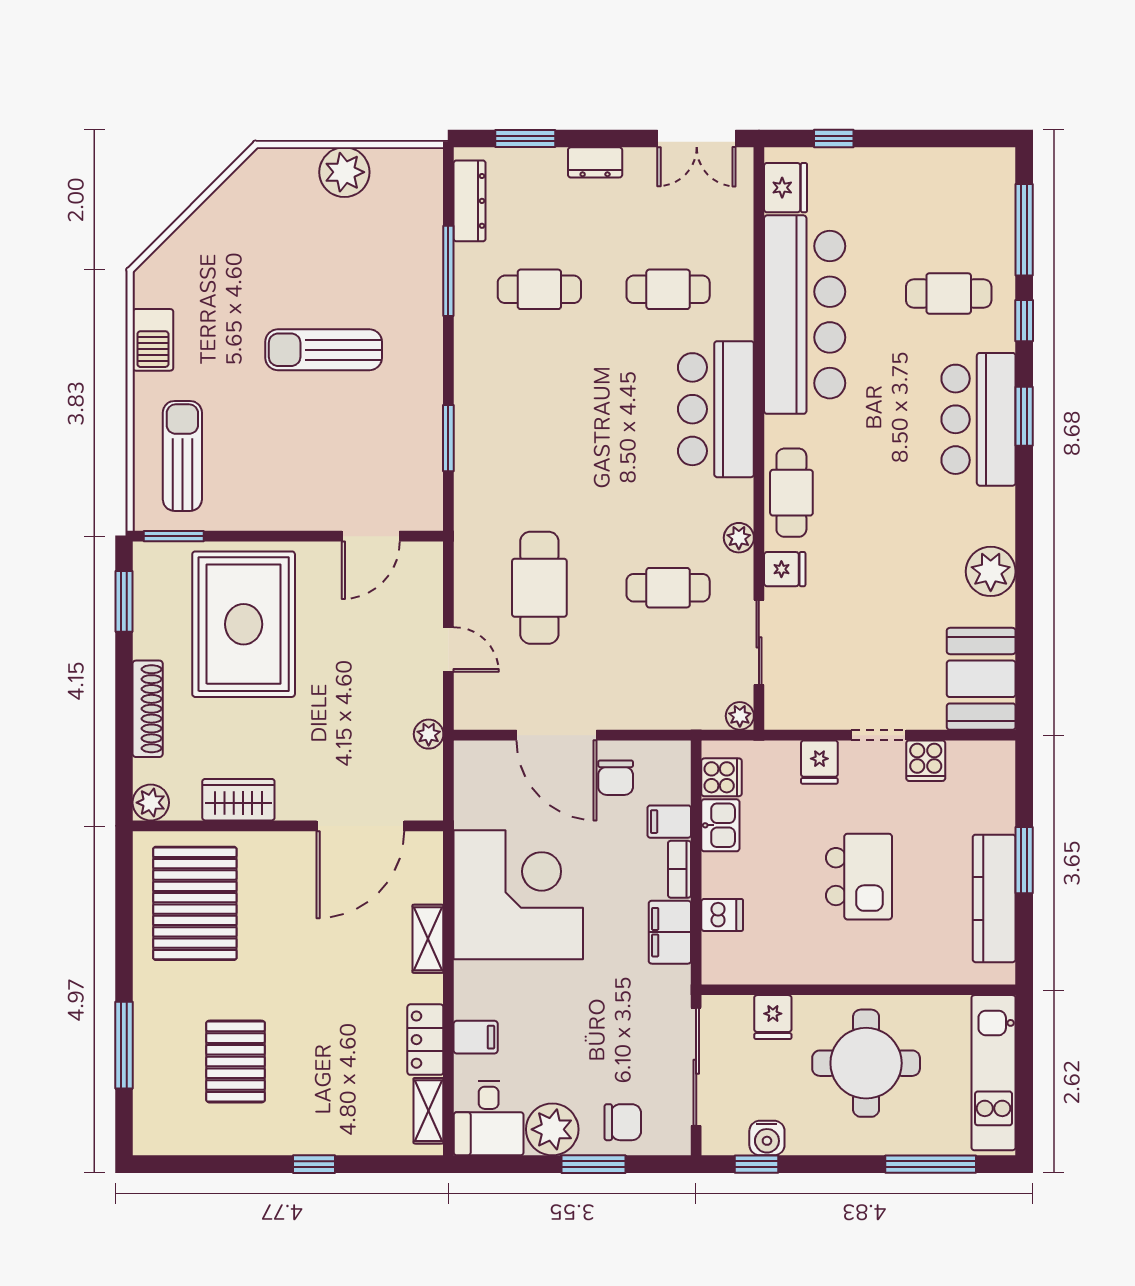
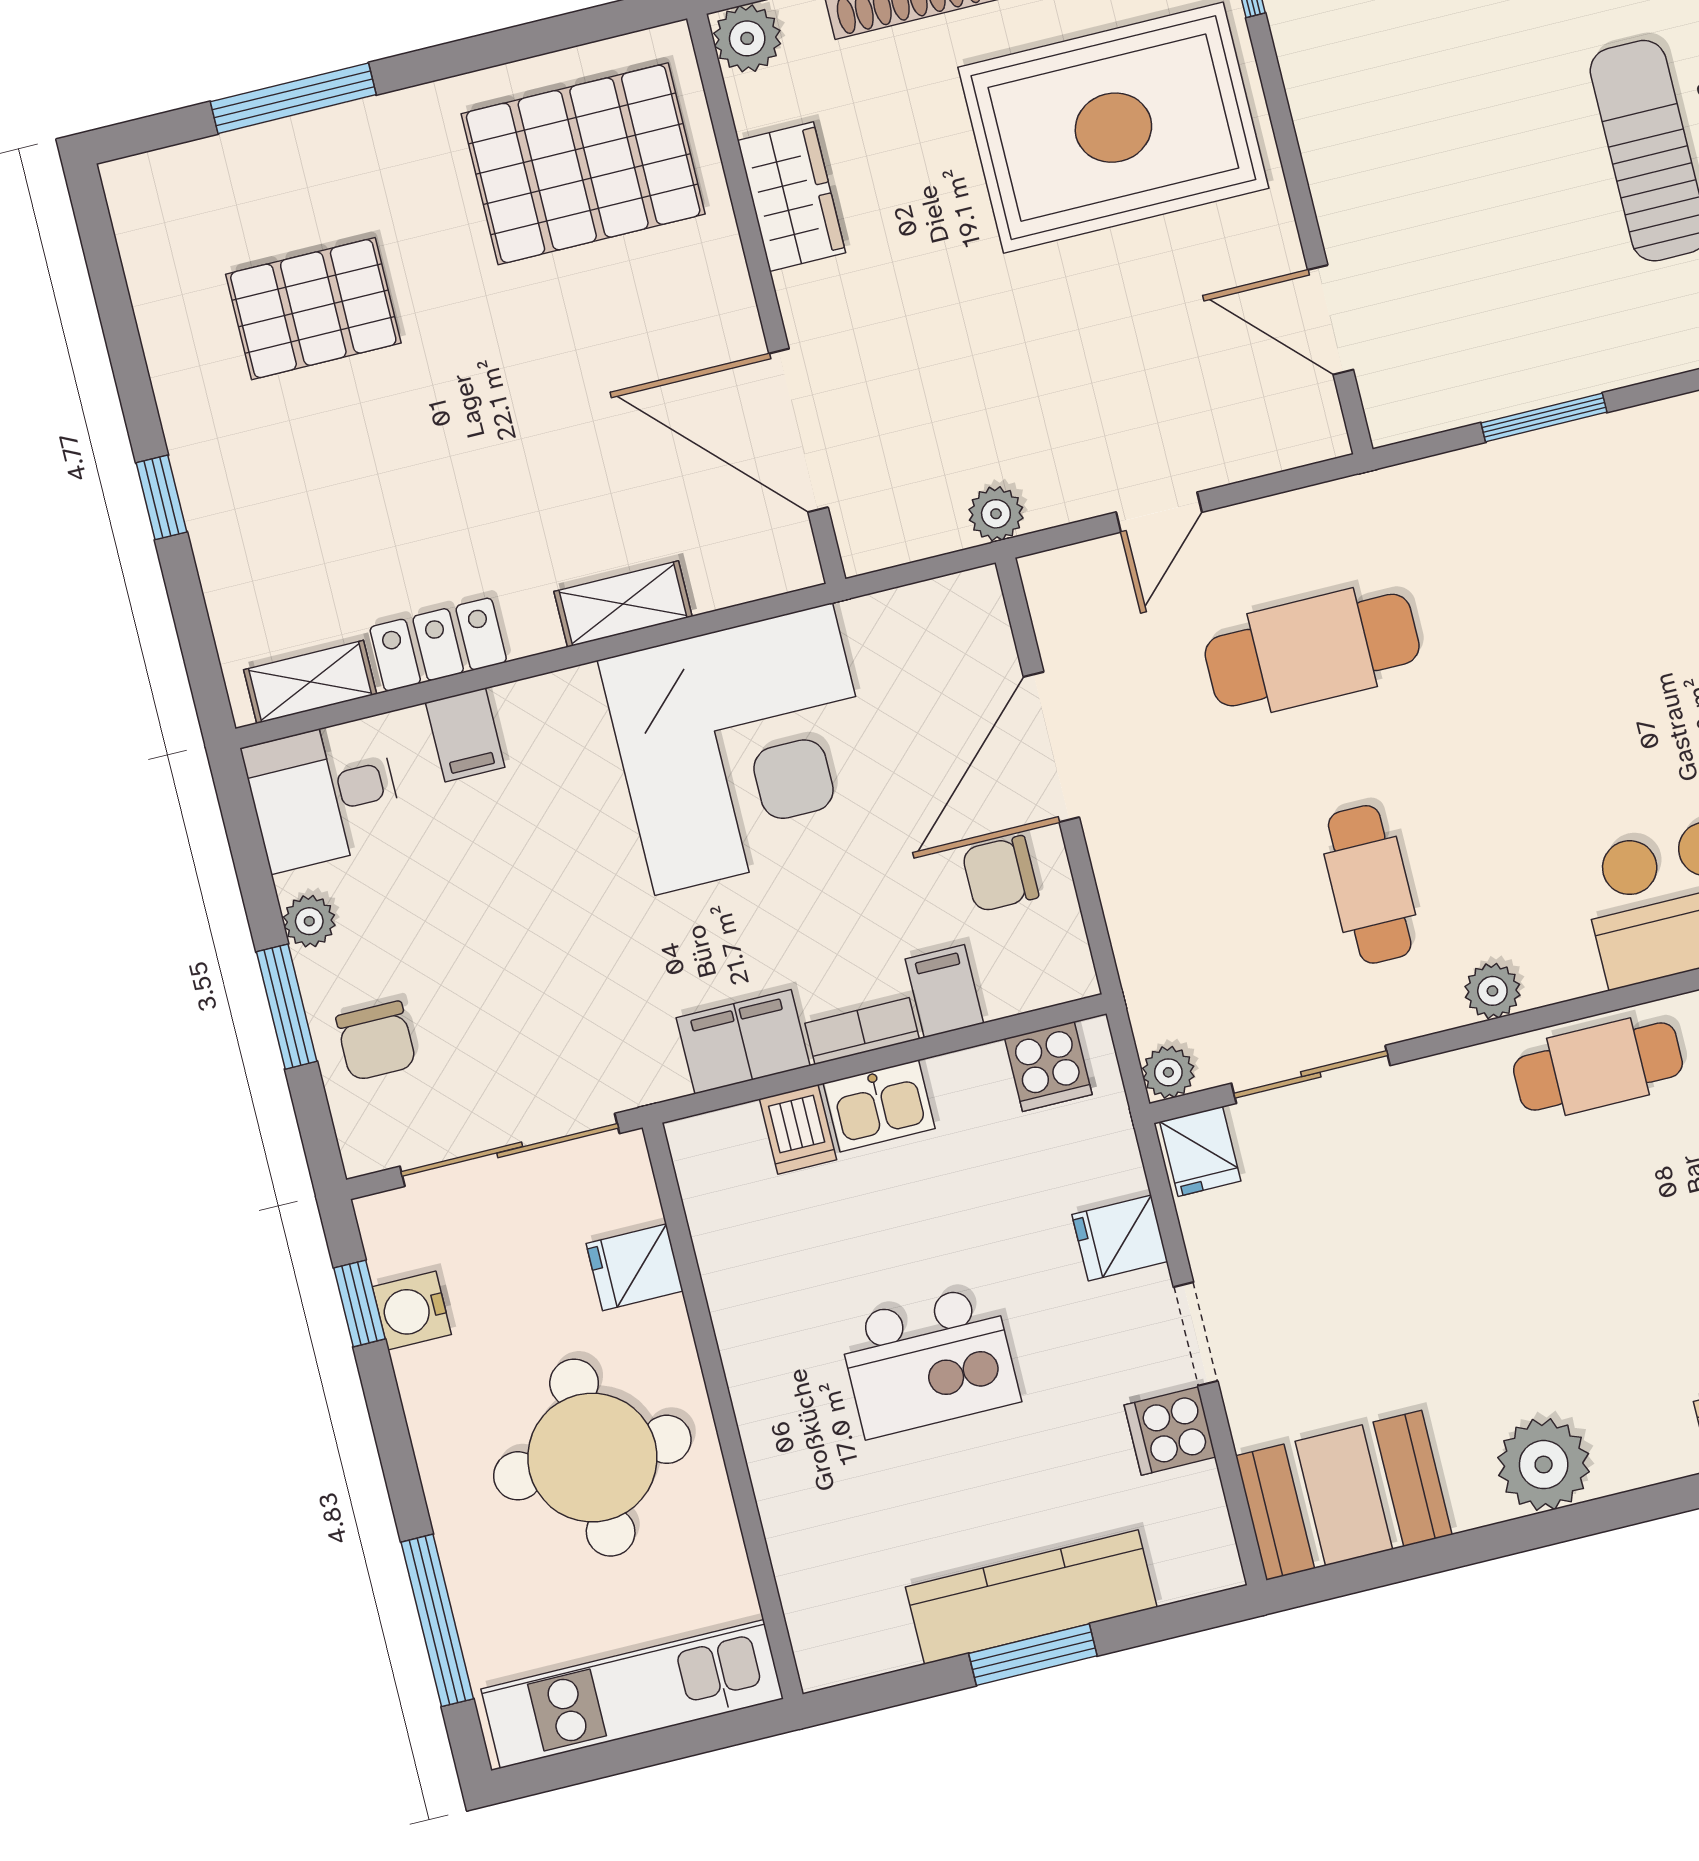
fridge: (785, 569) -> (1200, 1151), moved
kitchen sink: (720, 825) -> (879, 1106), moved
kitchen counter: (994, 898) -> (1031, 1597), moved
plant: (552, 1129) -> (309, 921), width x0.53, depth x0.53

